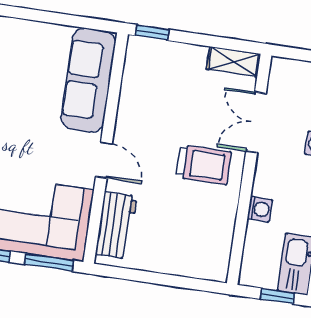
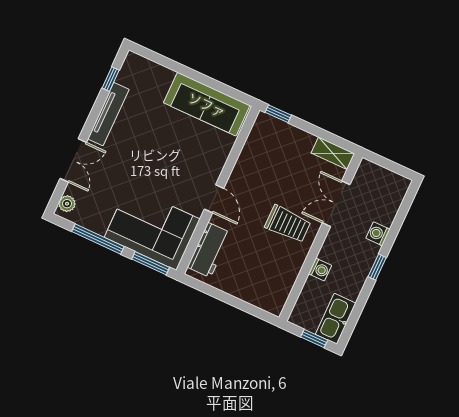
sofa: (88, 80) -> (207, 104), moved, turned -90

